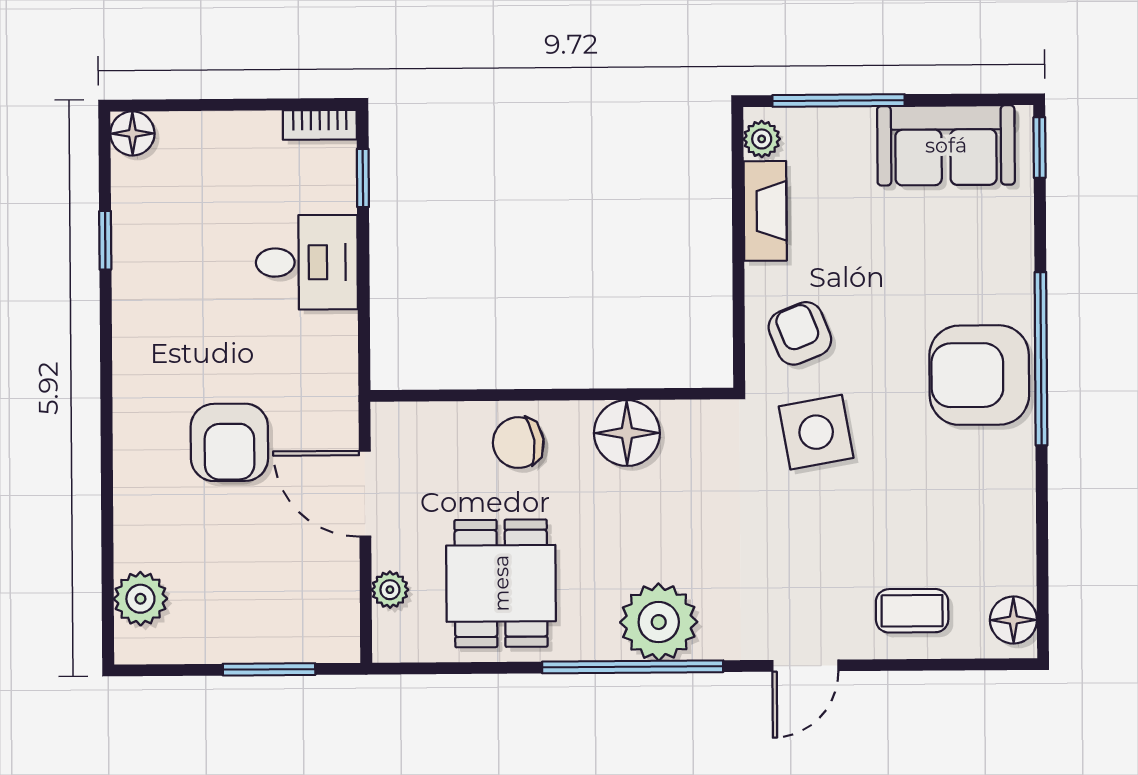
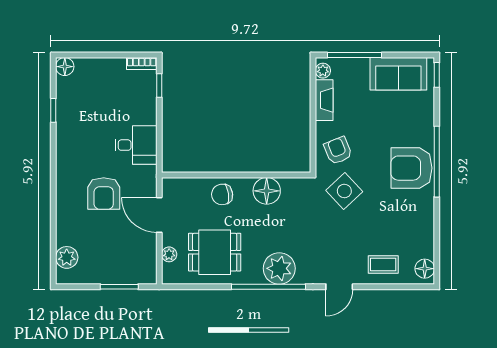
desk: (307, 262) -> (136, 145), moved
side table: (816, 432) -> (344, 191), turned -33
dining table: (501, 583) -> (215, 252), turned 90

